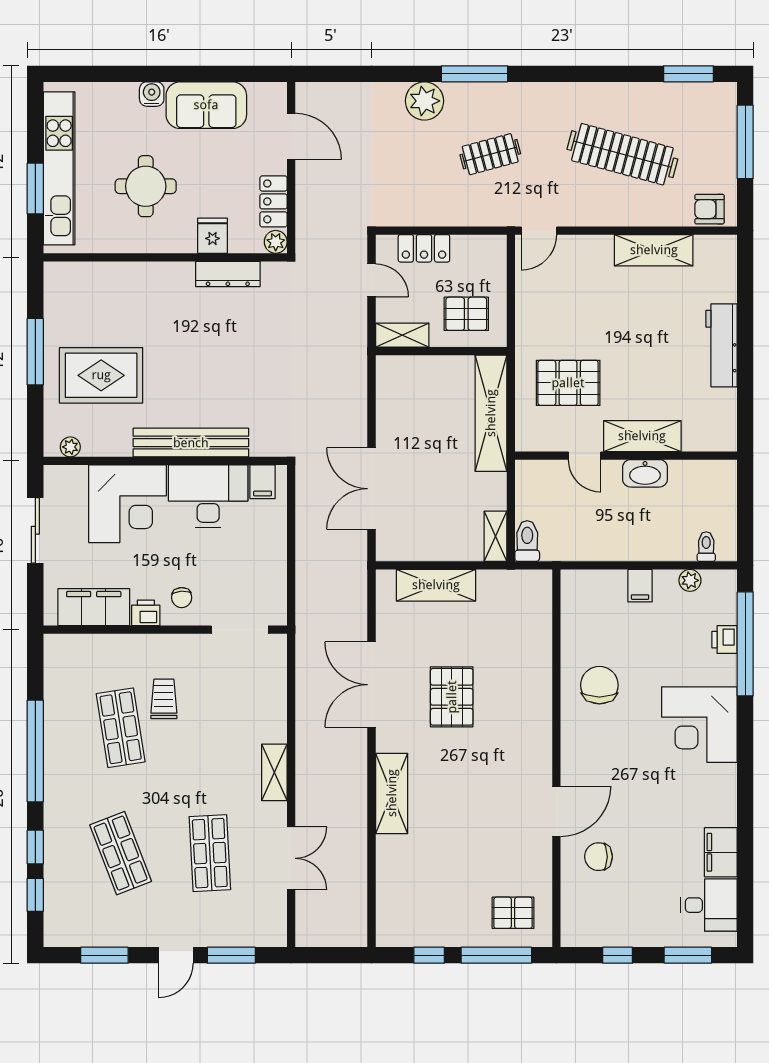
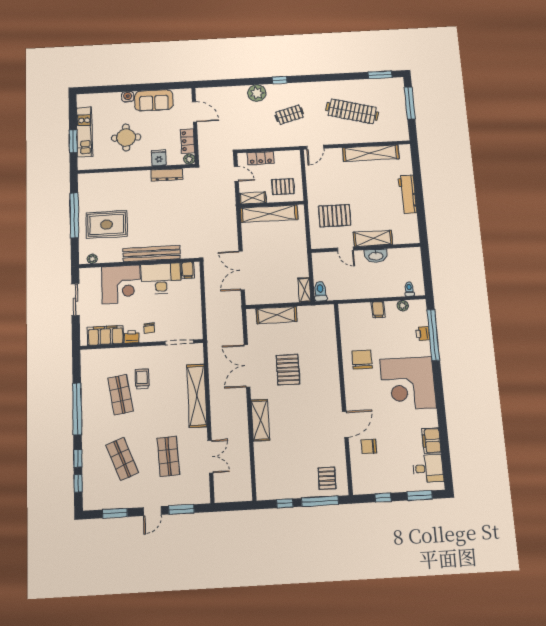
window: (475, 74) -> (280, 80), width x0.46
kitchen unit: (59, 168) -> (84, 132), width x0.73
armchair: (709, 209) -> (396, 133), removed
shelving: (654, 250) -> (371, 153), width x1.47
window: (35, 352) -> (74, 215), width x1.46
shelving: (491, 413) -> (269, 214), moved, turned 90
corner desk: (699, 725) -> (408, 384), width x1.36, depth x1.36
shelving: (274, 772) -> (197, 396), width x2.20, depth x1.33
pallet: (513, 913) -> (327, 478), turned 90

